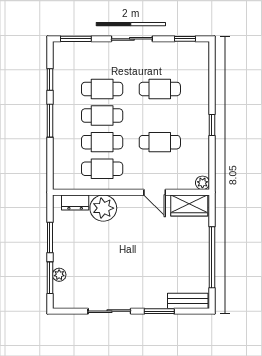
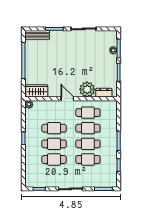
cafe table: (160, 116) -> (54, 144), added
door: (155, 192) -> (67, 99), moved

